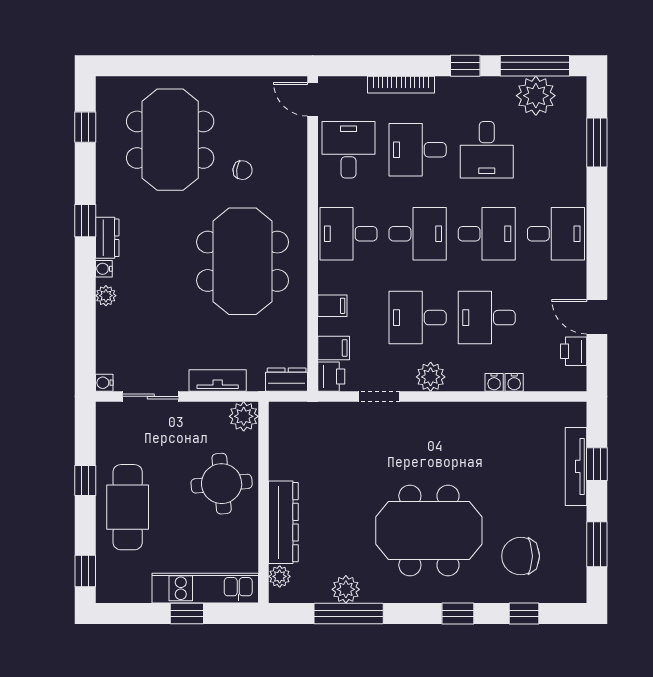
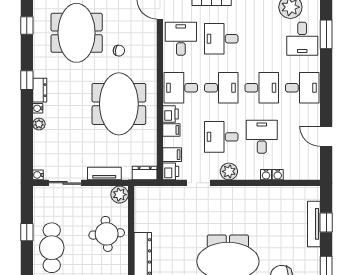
desk: (487, 150) -> (302, 39), moved
desk: (487, 318) -> (262, 137), turned 90
printer: (574, 351) -> (171, 114), moved, turned 180

